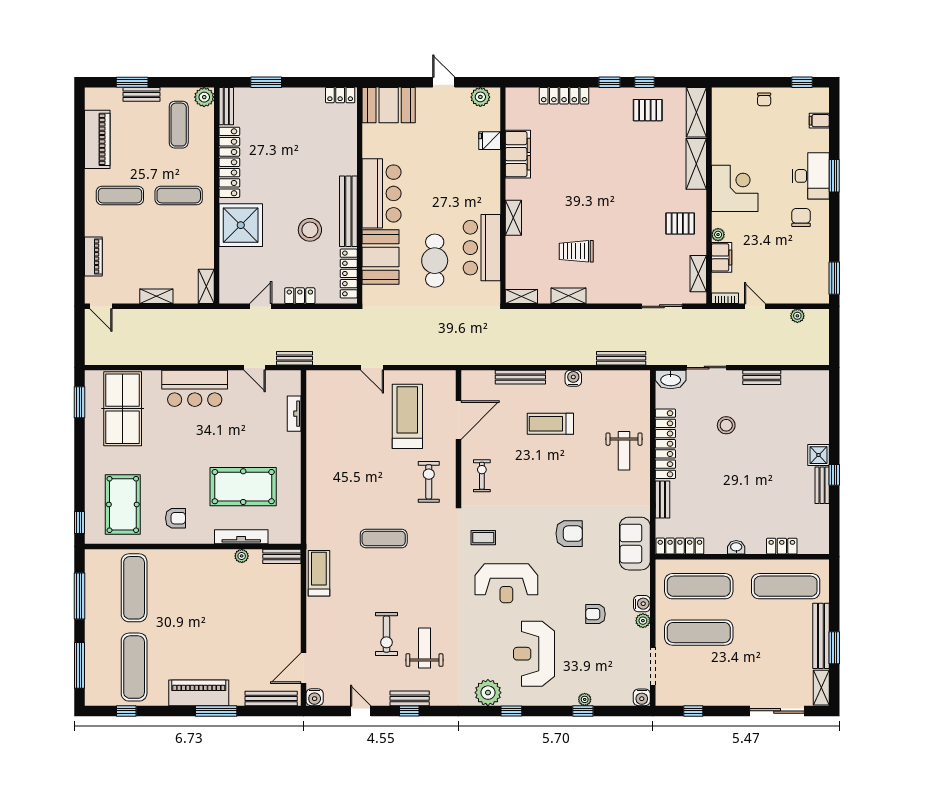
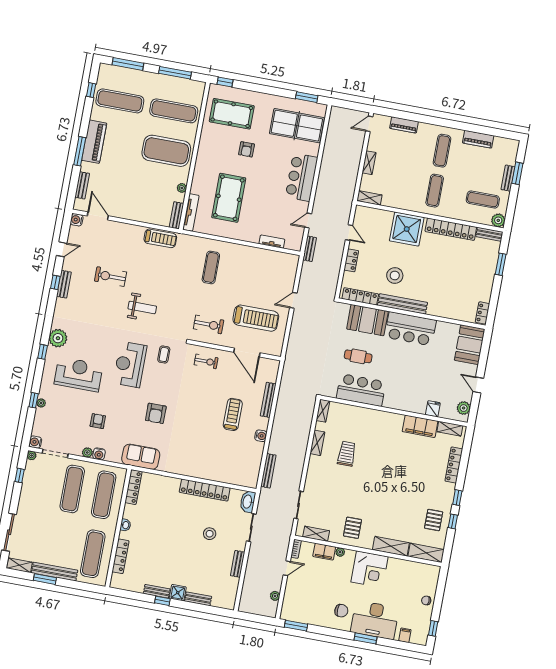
door: (444, 82) -> (478, 385), swing flipped
piano: (97, 139) -> (478, 139), width x0.73, depth x0.75
desk: (811, 176) -> (375, 620), width x1.36, depth x1.30
shelving: (513, 218) -> (450, 429), moved
cafe table: (435, 261) -> (358, 356), width x0.73, depth x0.74
weight bench: (624, 451) -> (205, 461), removed
bench: (662, 499) -> (198, 599), moved
armchair: (175, 518) -> (247, 149), moved
tv unit: (241, 537) -> (191, 212), moved
exercise mat: (384, 539) -> (211, 267), moved
locker: (782, 546) -> (120, 556), width x1.53
exercise mat: (193, 588) -> (166, 151), added
weight bench: (424, 648) -> (142, 307), moved
bench: (271, 699) -> (82, 185), width x0.73
plant: (662, 699) -> (32, 455), added

